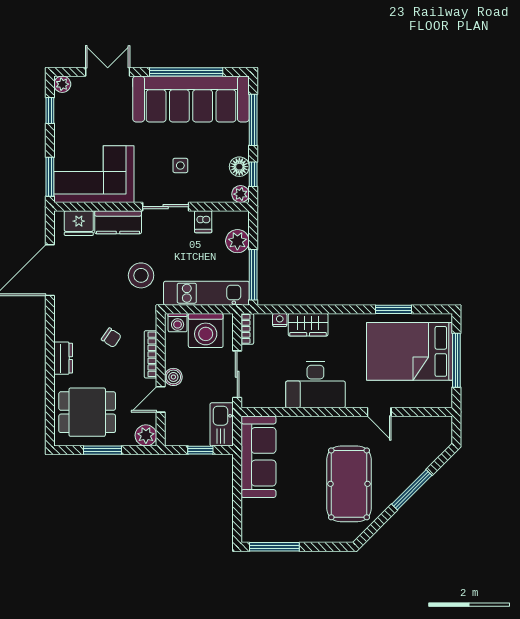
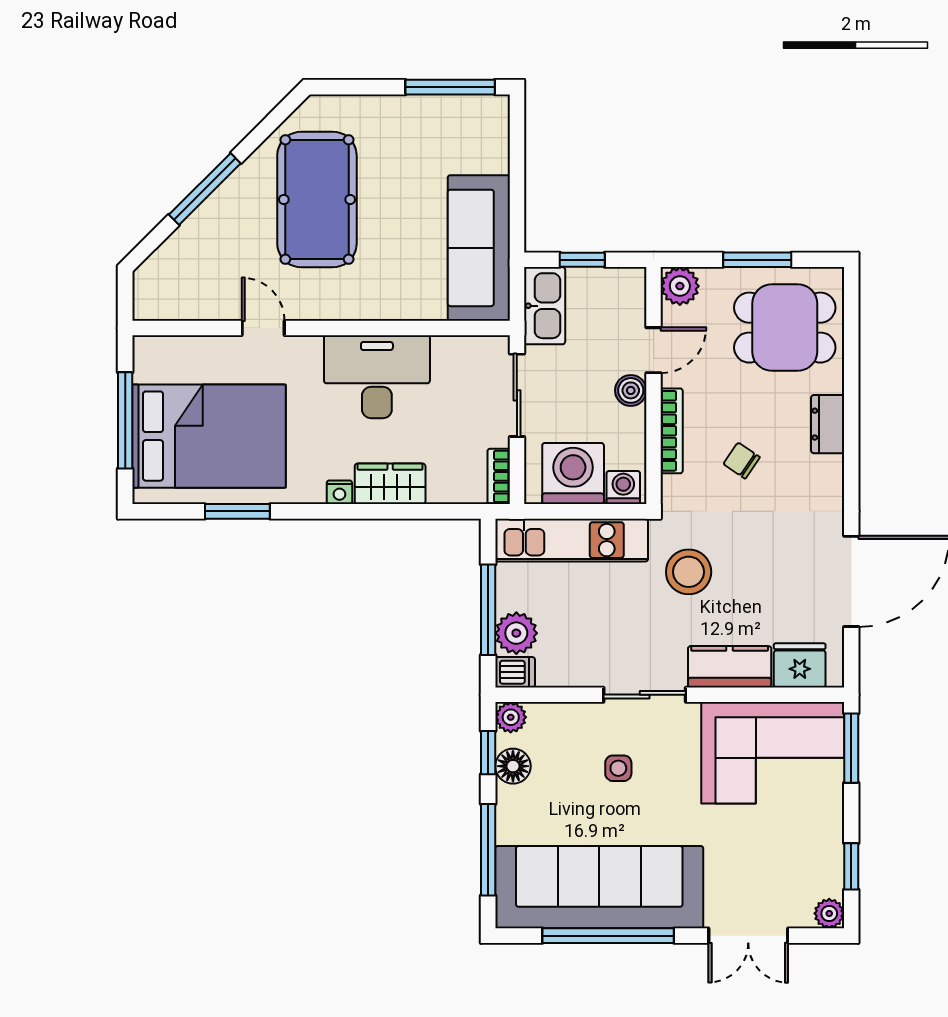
dishwasher: (203, 222) -> (515, 672), moved, turned 90
window: (253, 275) -> (488, 610), moved
nightstand: (280, 320) -> (339, 492), moved

